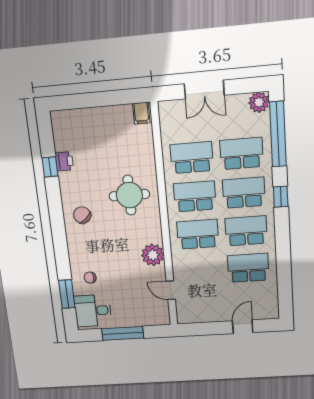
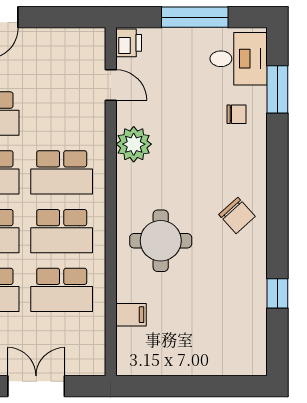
filing cabinet: (141, 113) -> (131, 315), moved, turned 90
printer: (64, 161) -> (129, 43), moved, turned 180

